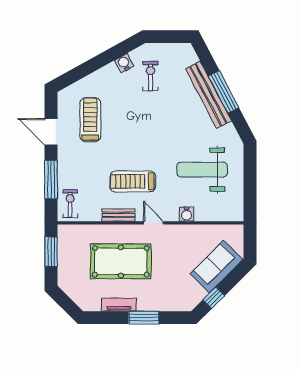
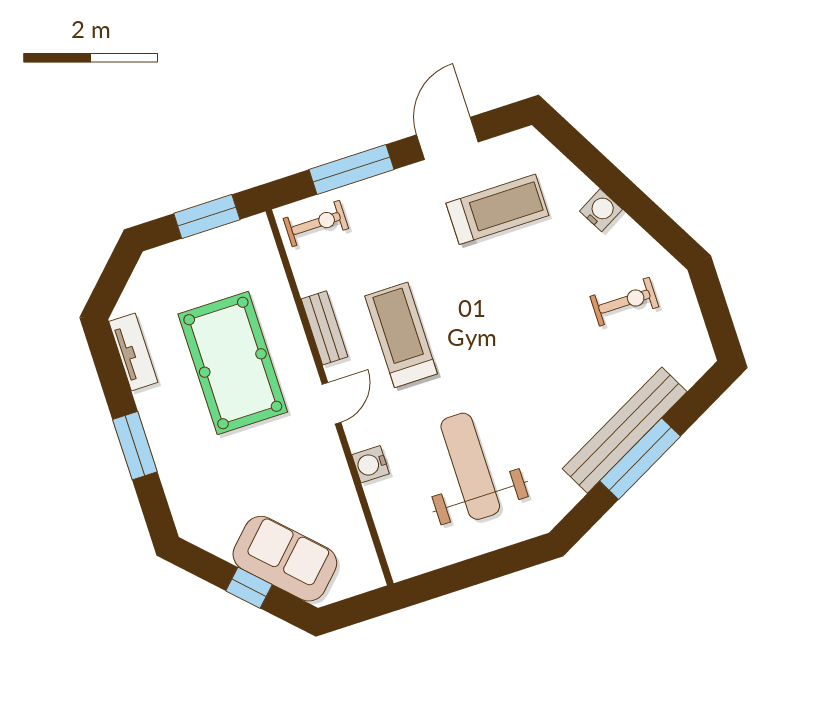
water cooler: (124, 63) -> (601, 210), moved
window: (214, 298) -> (249, 588), moved
tv unit: (119, 305) -> (133, 352), moved

